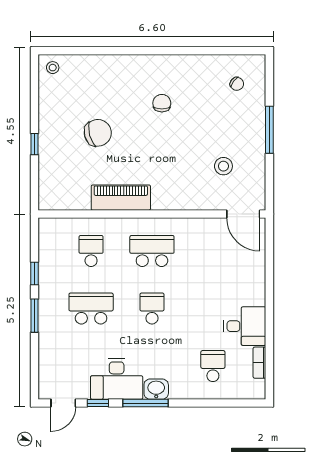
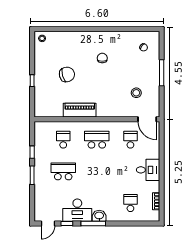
school desk: (152, 309) -> (130, 140), moved
desk: (245, 326) -> (148, 170), moved

